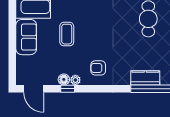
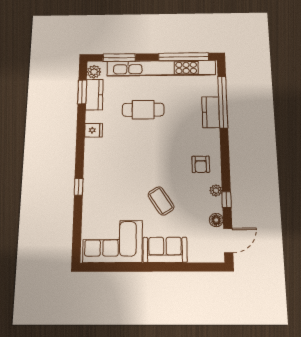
coffee table: (67, 34) -> (161, 201), turned 57
floor lamp: (64, 79) -> (216, 220), moved

